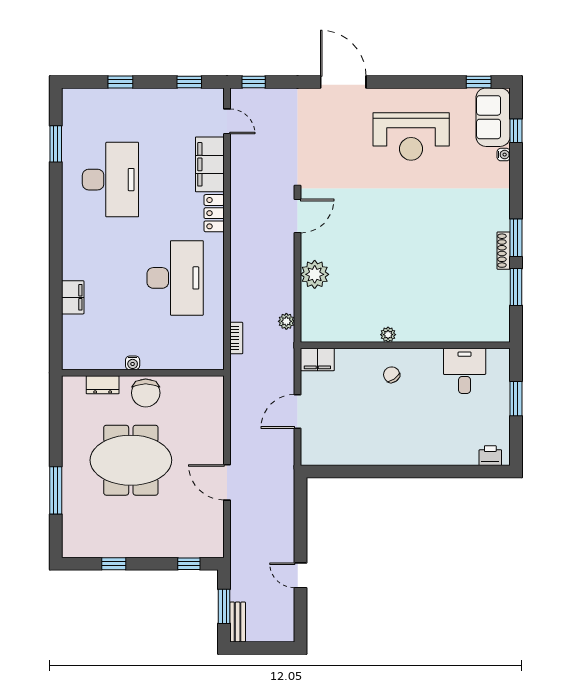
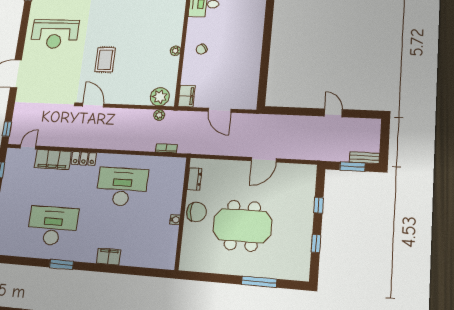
reception desk: (411, 136) -> (55, 34), turned 90
window: (56, 144) -> (61, 264), moved
rug: (371, 225) -> (105, 60), added
plant: (315, 274) -> (160, 97), moved
filing cabinet: (73, 297) -> (109, 257), moved
dresser: (103, 385) -> (194, 179), moved
meeting table: (131, 460) -> (242, 226), turned 90
window: (189, 564) -> (319, 205), moved
door: (300, 575) -> (333, 113), swing flipped

